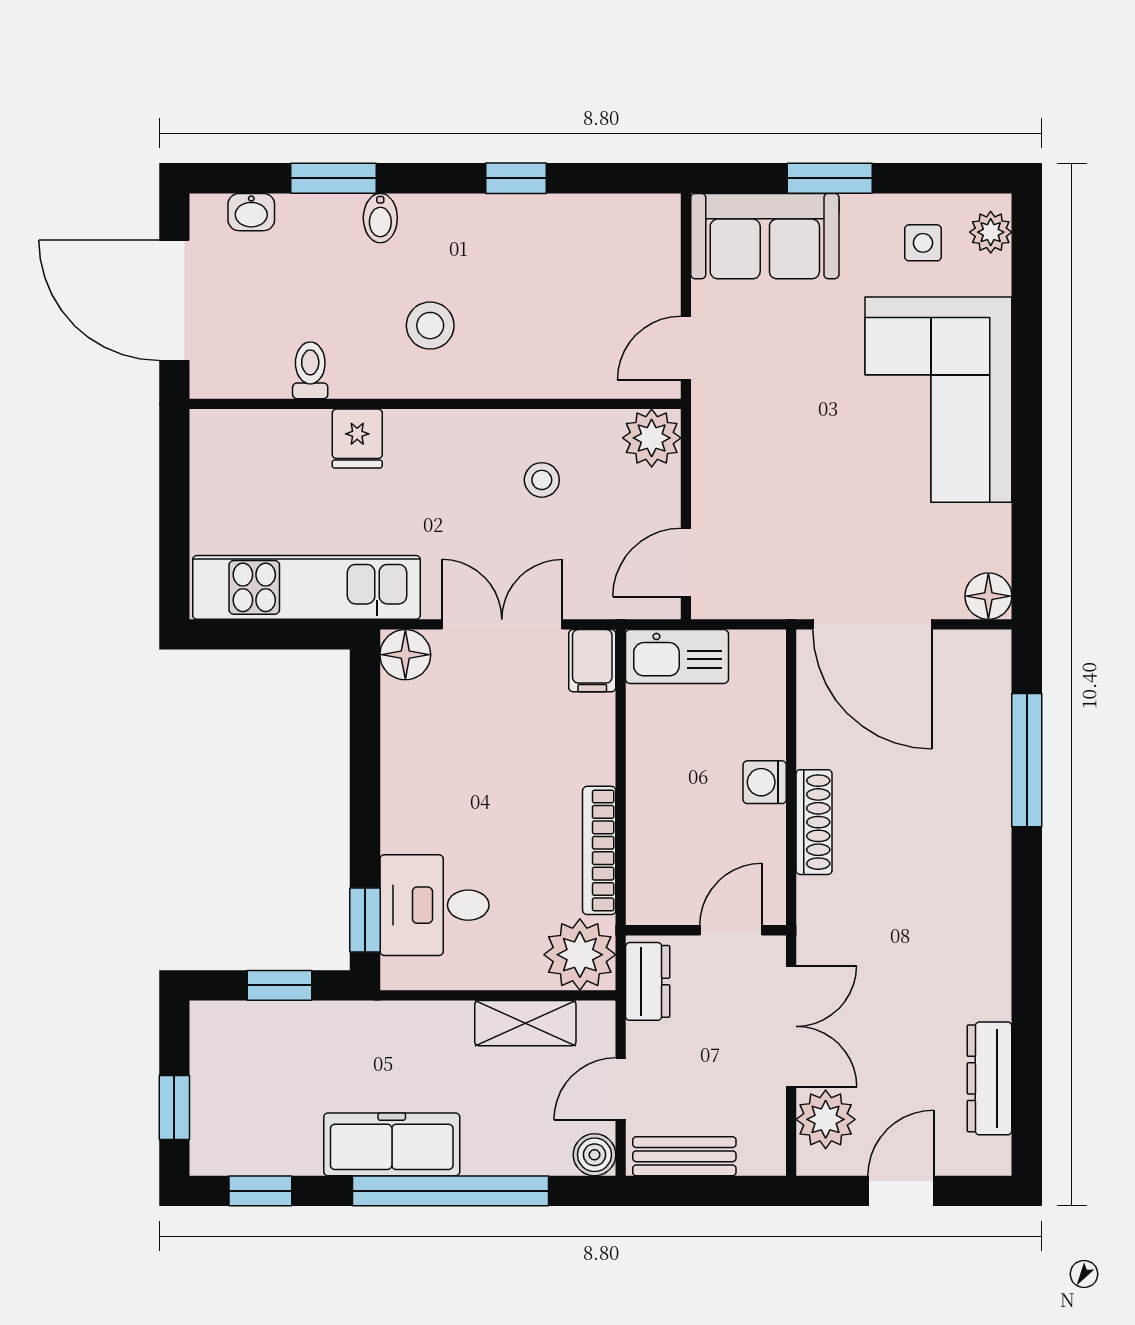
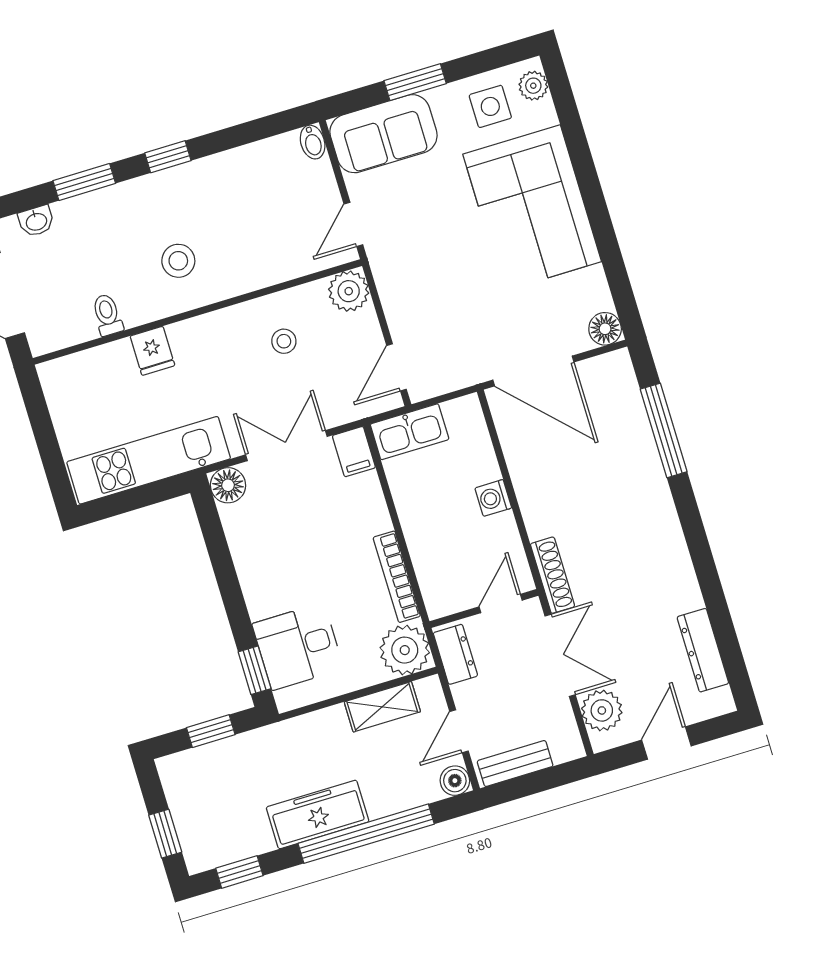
window: (516, 178) -> (168, 157), moved
bidet: (380, 218) -> (313, 142), moved
side table: (923, 243) -> (490, 106), width x1.37, depth x1.37
shoe rack: (814, 822) -> (553, 575), moved

